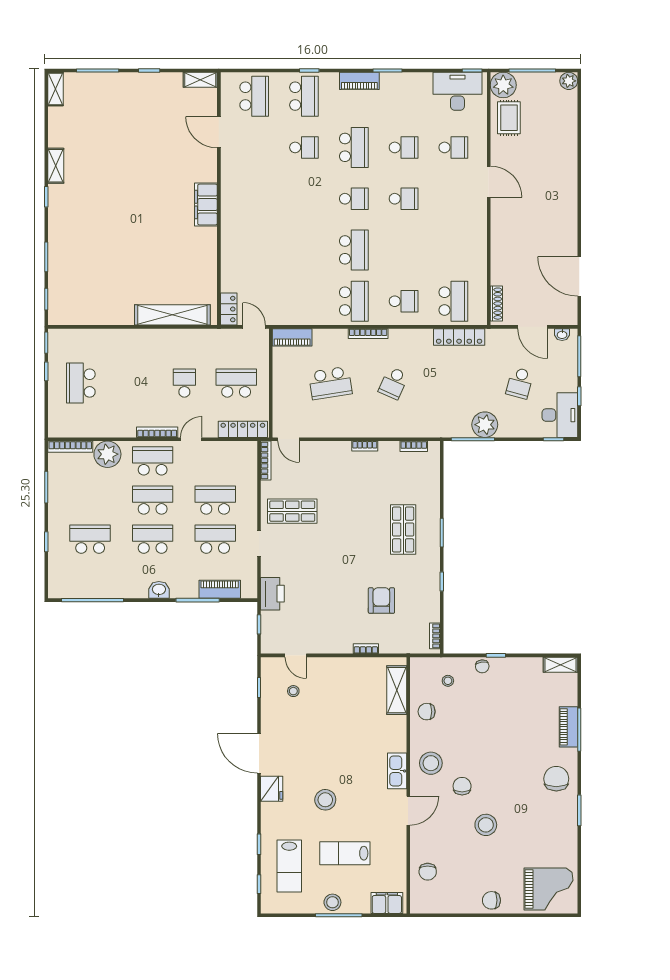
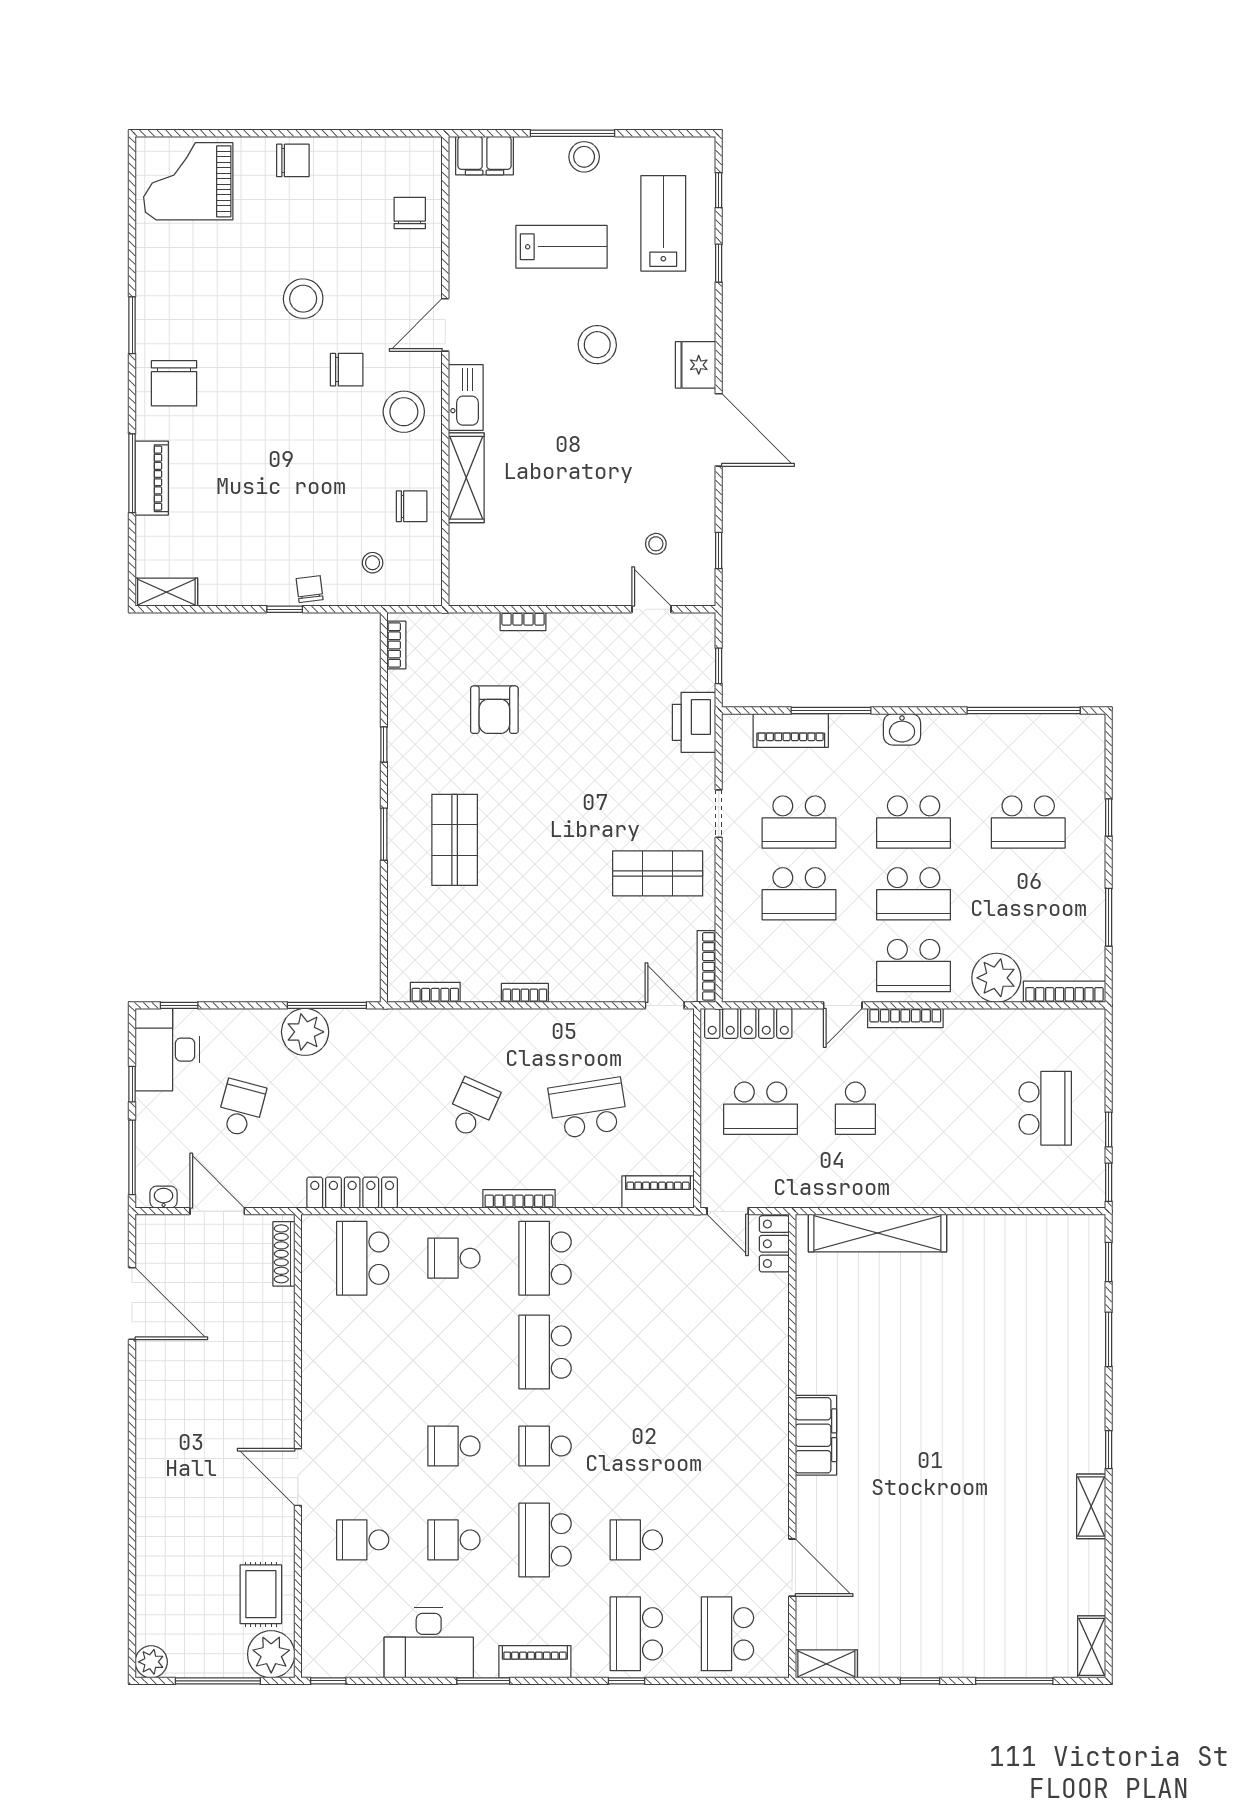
desk: (457, 91) -> (429, 1643), moved
shelving: (397, 690) -> (466, 478), moved
chair: (462, 786) -> (347, 370), turned -90

